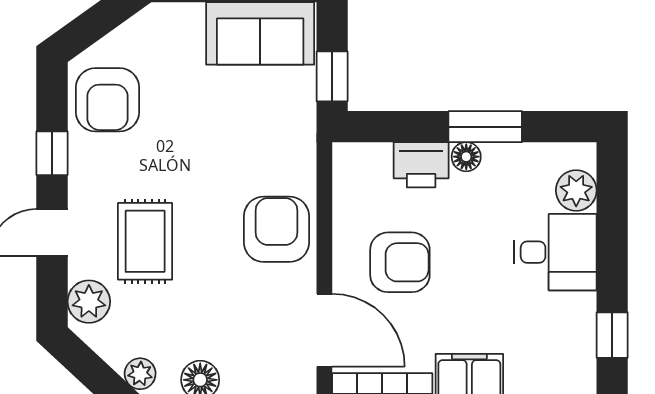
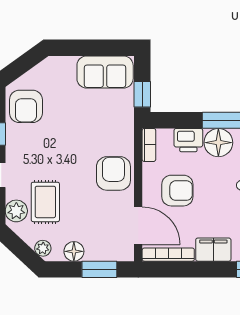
floor lamp: (466, 157) -> (218, 143), width x1.89, depth x1.89
bookcase: (345, 174) -> (149, 145), added
rug: (145, 241) -> (45, 202), moved

